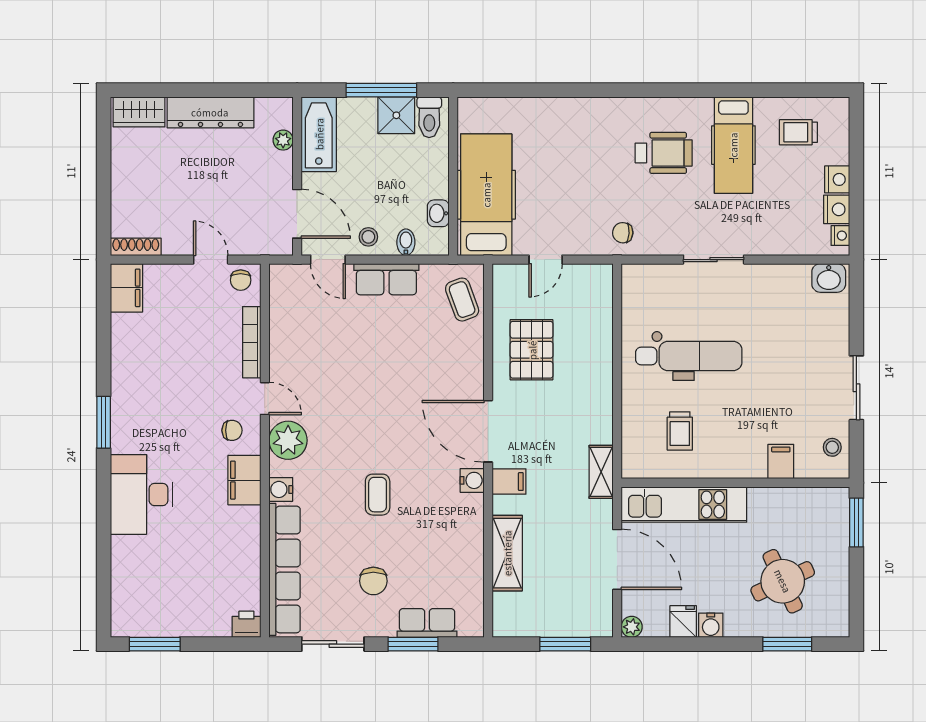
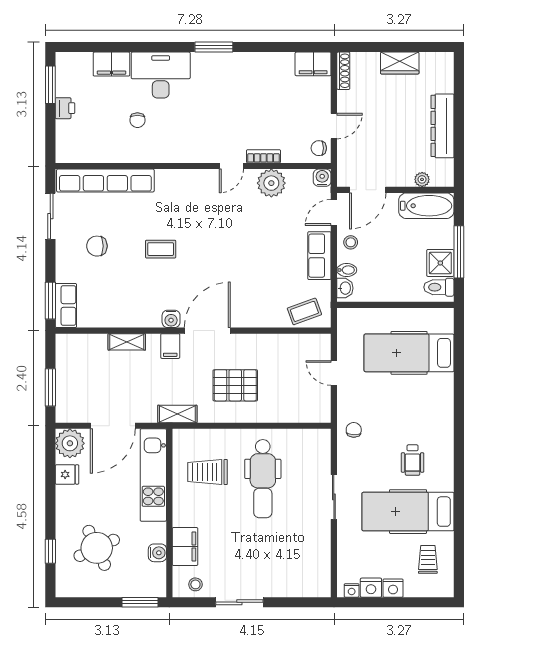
wardrobe: (139, 112) -> (400, 63), moved, turned -90
hospital bed: (733, 145) -> (408, 512), width x1.37, depth x1.29
wheelchair: (664, 153) -> (413, 460), width x0.73, depth x0.73
hospital bed: (486, 195) -> (409, 353), moved, turned 180
washbasin: (438, 213) -> (345, 288), moved, turned 90
washbasin: (829, 278) -> (320, 582), removed
bookcase: (252, 342) -> (264, 156), width x0.64
pallet: (532, 350) -> (235, 385), moved
chair: (232, 430) -> (137, 120), moved
trolley: (680, 431) -> (208, 472), width x1.36, depth x1.39
plant: (288, 440) -> (271, 183), moved
filing cabinet: (781, 461) -> (185, 546), width x2.00
filing cabinet: (244, 480) -> (112, 64), moved, turned 180
water cooler: (281, 489) -> (322, 178), moved
shelving: (507, 553) -> (127, 342), width x0.67, depth x0.75
row of seats: (427, 623) -> (66, 305), moved
printer: (246, 624) -> (65, 108), moved
water cooler: (711, 625) -> (157, 553), moved, turned 180
plant: (632, 627) -> (70, 443), width x1.88, depth x1.88
window: (413, 644) -> (50, 301), moved
window: (787, 644) -> (50, 551), width x0.67

